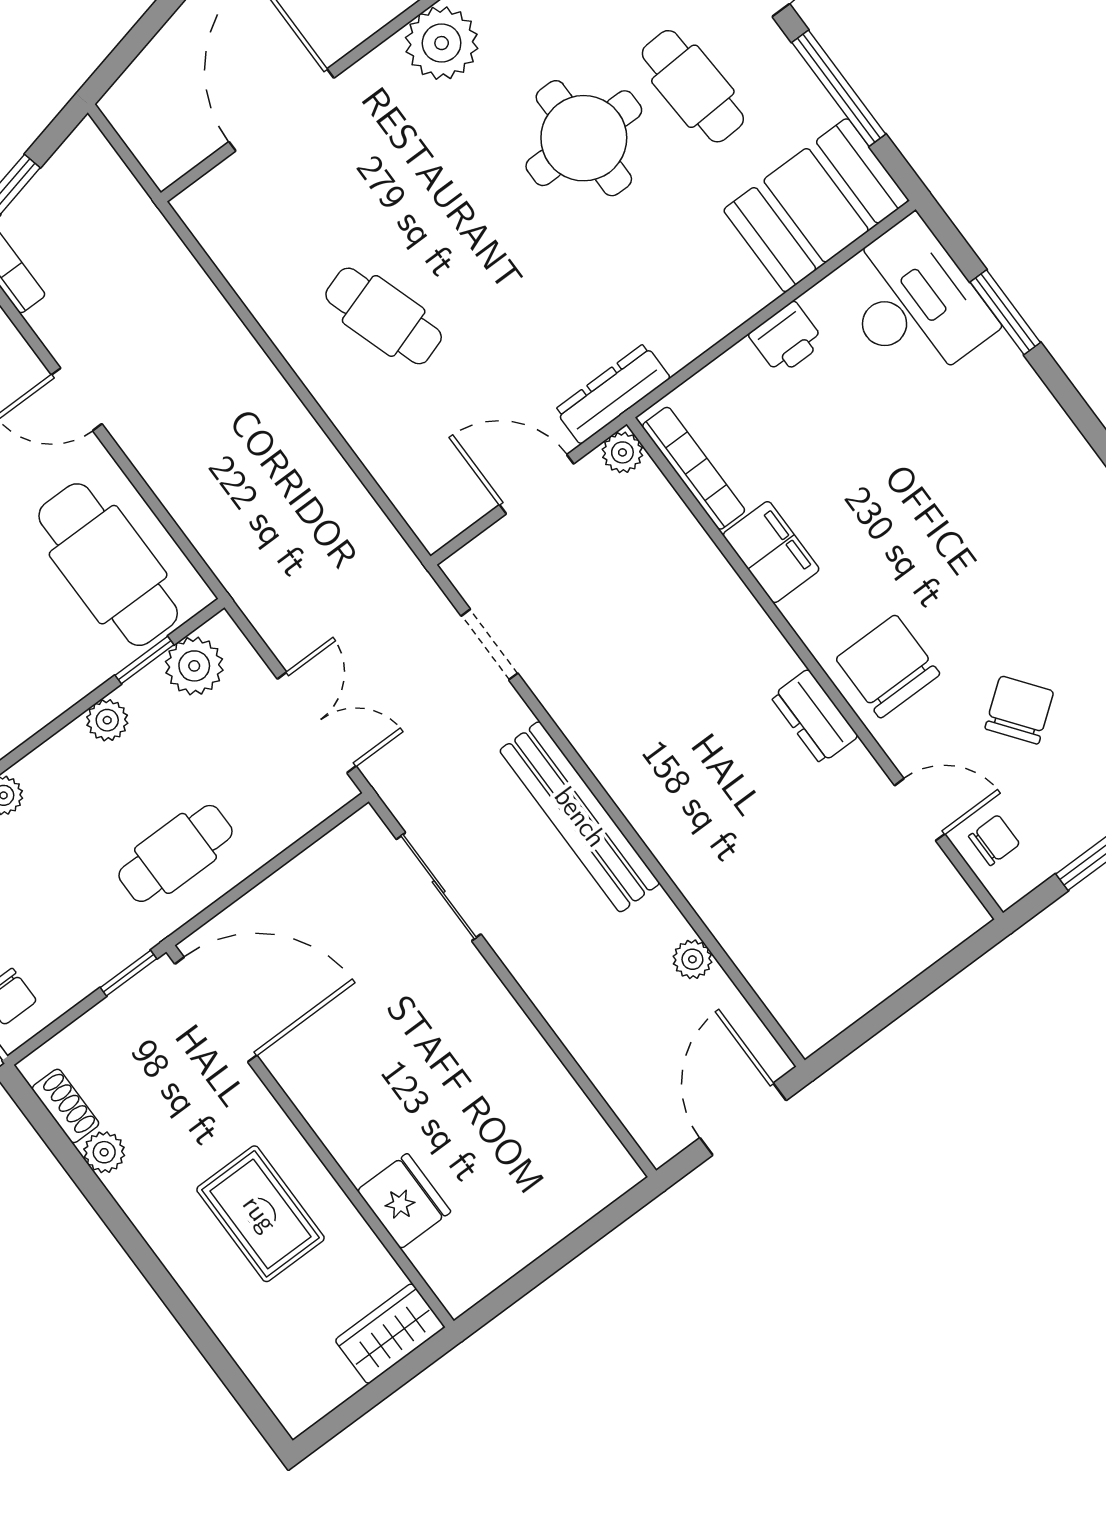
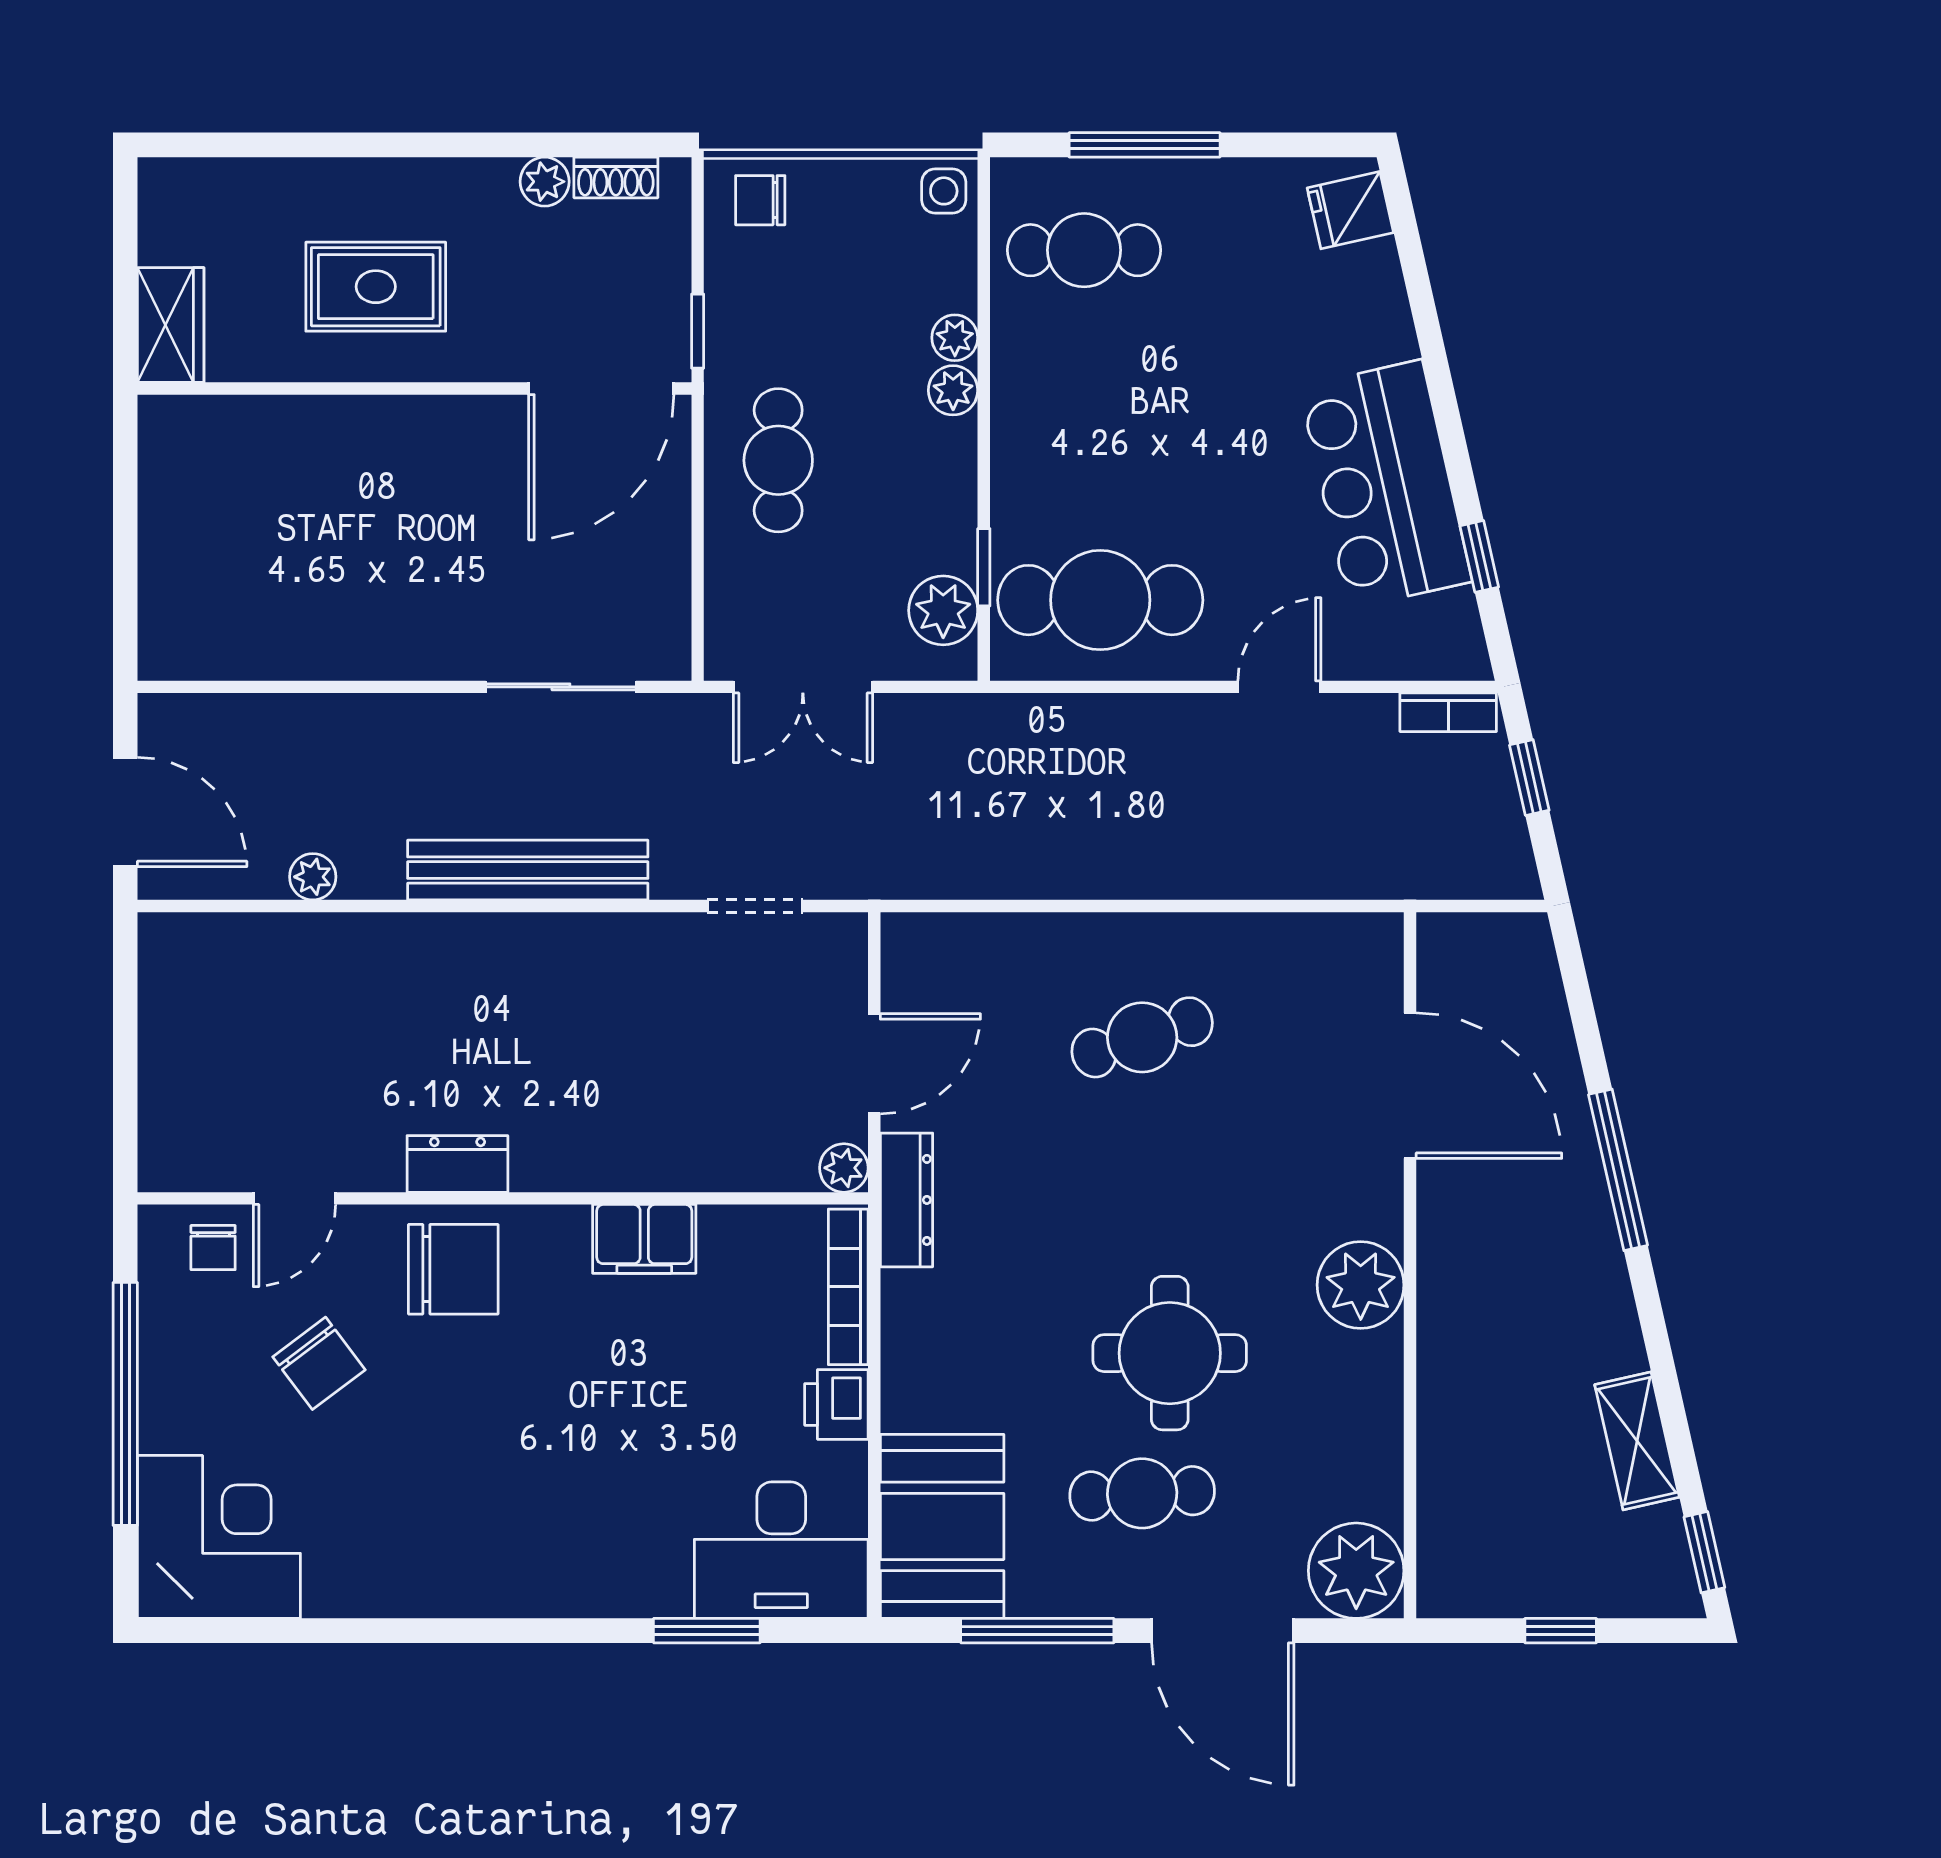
bookcase: (694, 468) -> (848, 1287), moved, turned 90
plant: (107, 720) -> (953, 390), moved
fridge: (404, 1201) -> (287, 432), removed

